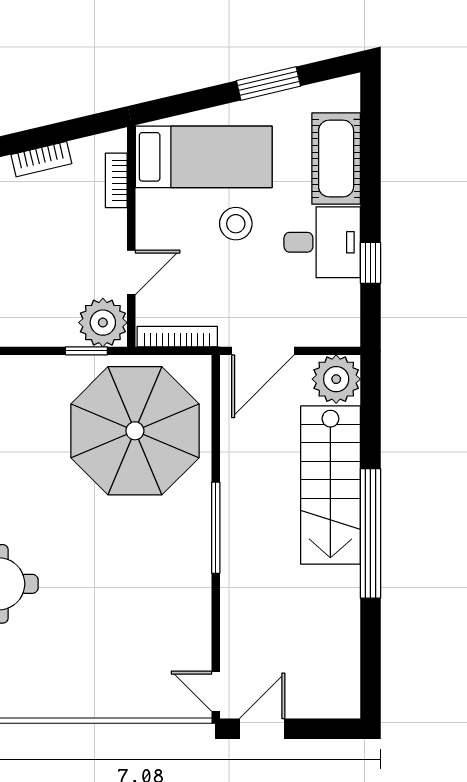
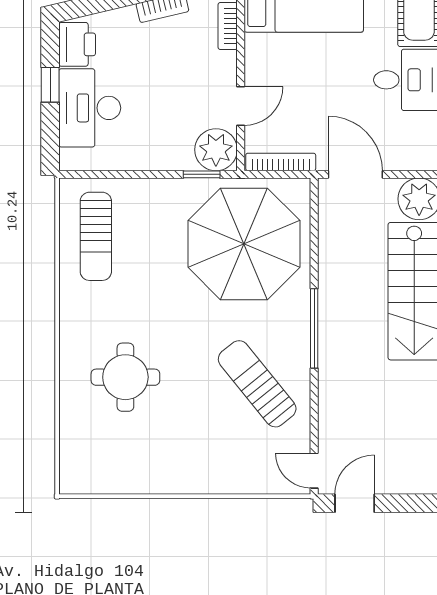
stool: (236, 224) -> (332, 64), removed
door: (263, 351) -> (355, 174), swing flipped
sun lounger: (150, 592) -> (257, 384), added

